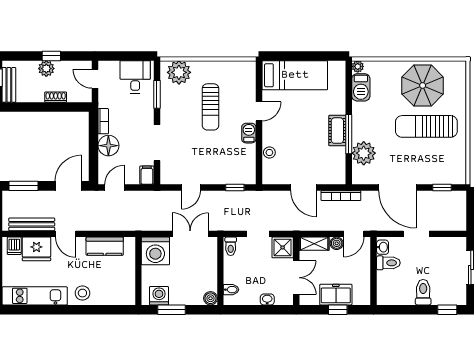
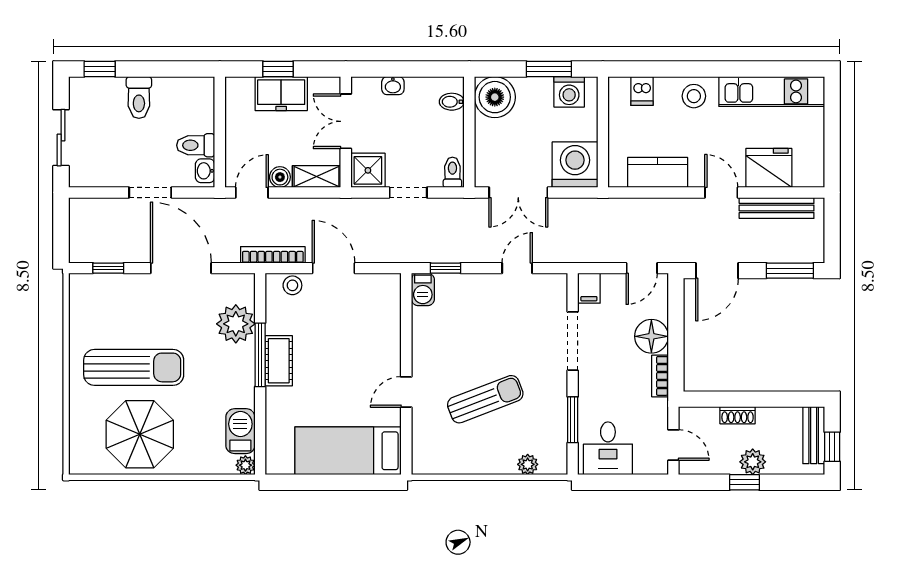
plant: (179, 72) -> (528, 464), width x0.53, depth x0.53
sun lounger: (211, 107) -> (485, 399), turned 69
barbecue: (249, 133) -> (423, 289), moved
stool: (269, 153) -> (292, 285), moved
dishwasher: (14, 246) -> (642, 91), moved, turned 180
boiler: (210, 298) -> (495, 97), width x1.86, depth x1.86

